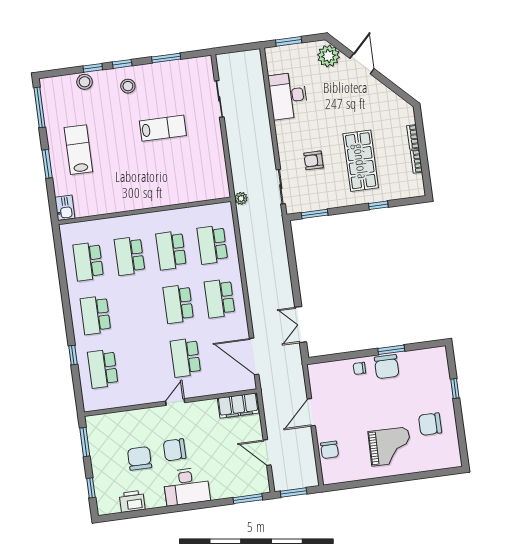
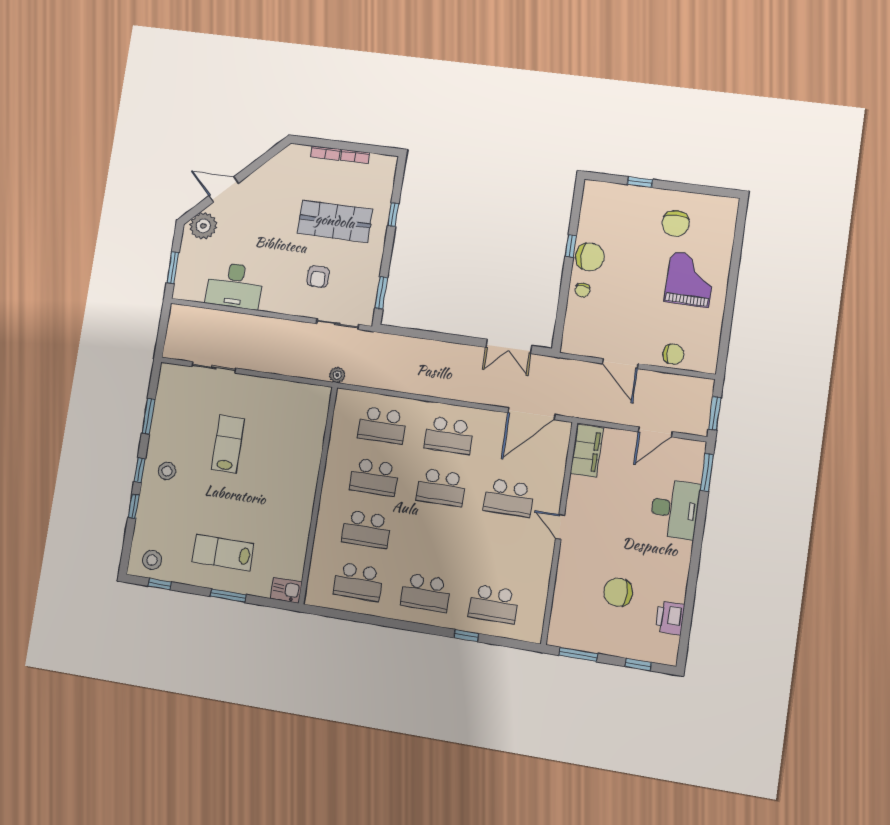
stool: (85, 82) -> (152, 560), moved
window: (40, 107) -> (160, 584), width x0.46
window: (391, 350) -> (571, 246), width x0.67
chair: (175, 450) -> (620, 545), removed
desk: (186, 486) -> (675, 509), moved

